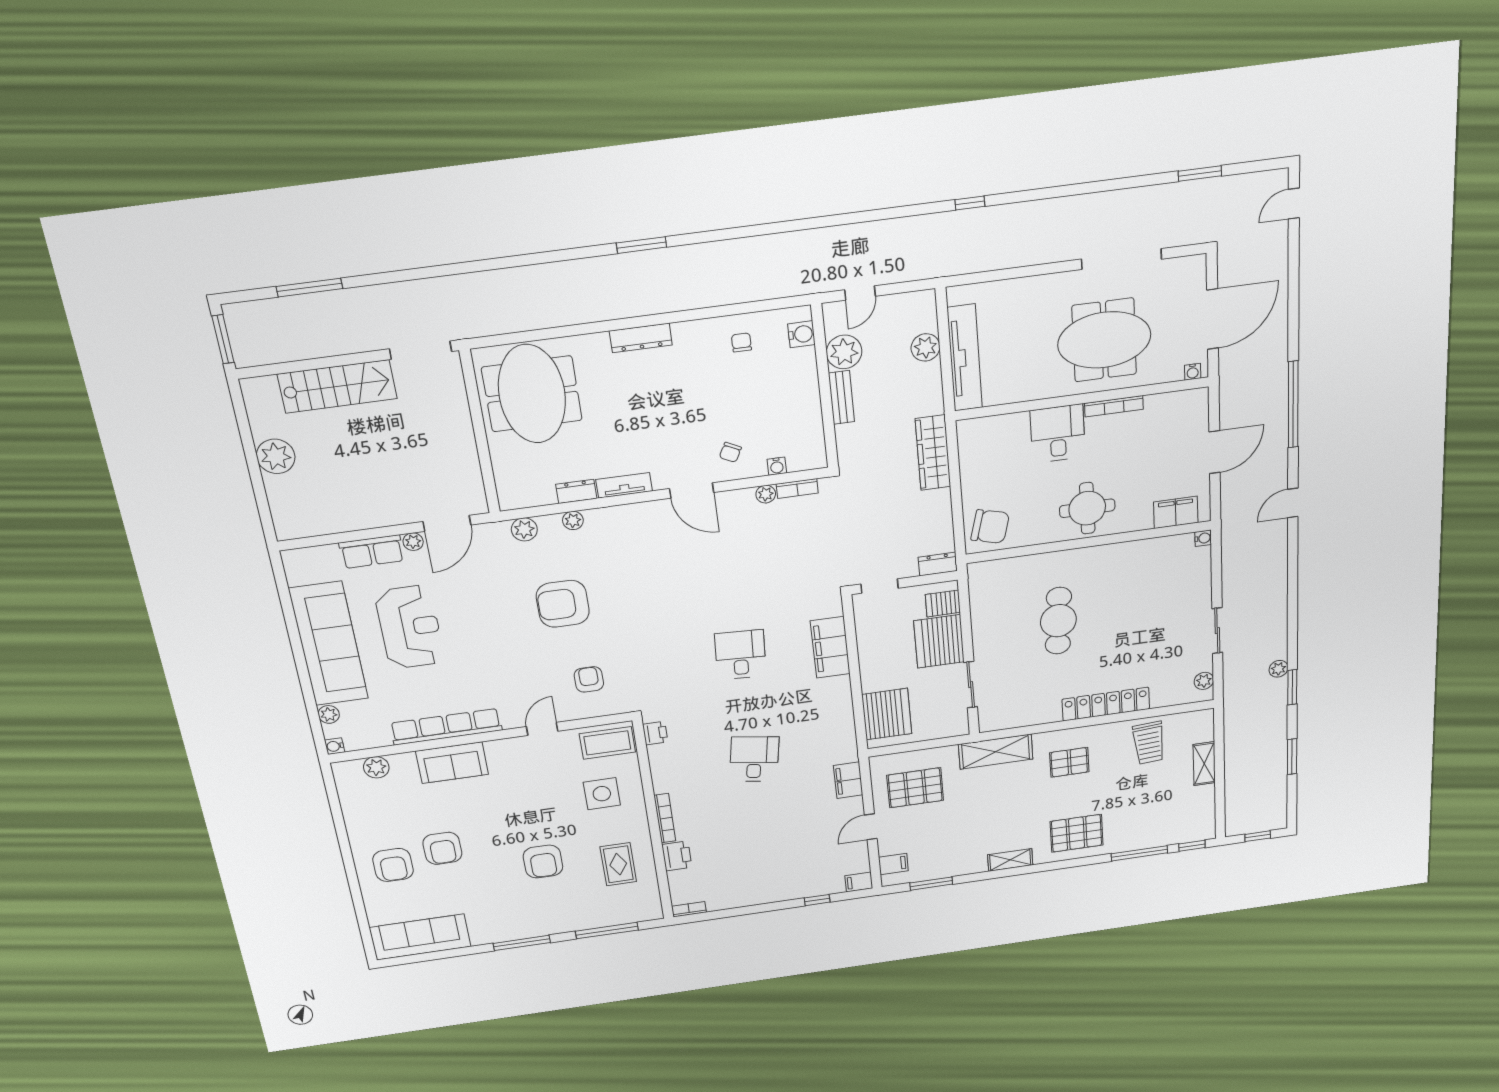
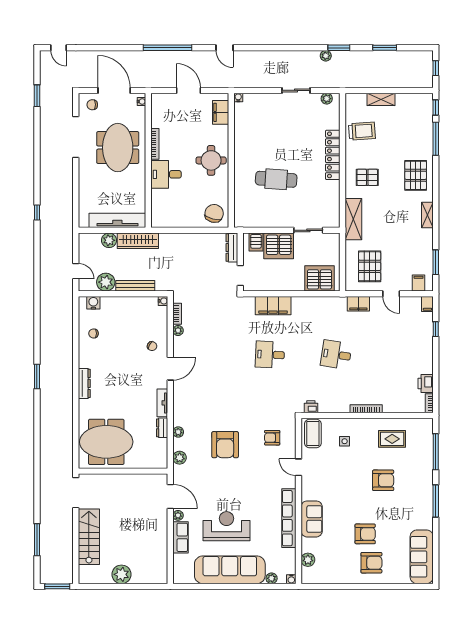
chair: (1185, 282) -> (92, 105), added
bench: (842, 397) -> (135, 286), width x1.36
wardrobe: (933, 453) -> (138, 241), moved
water cooler: (777, 466) -> (163, 301), moved
dresser: (938, 564) -> (232, 248), width x1.44
pallet: (1069, 762) -> (367, 177), turned 90
side table: (602, 794) -> (345, 441), width x0.54, depth x0.54
printer: (677, 856) -> (426, 383), moved, turned -90

